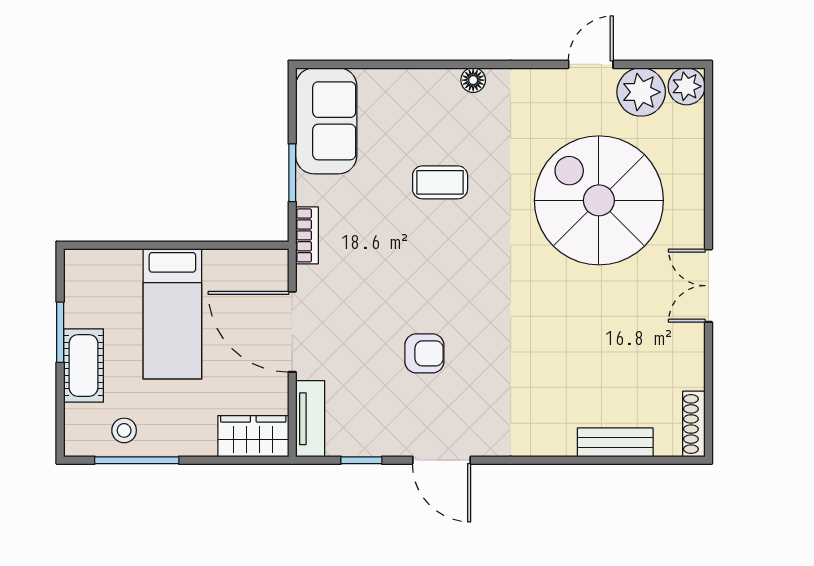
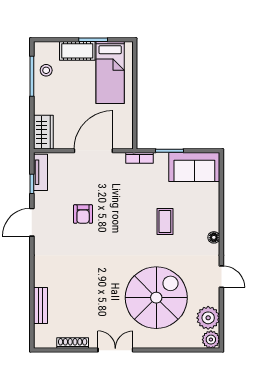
door: (591, 64) -> (221, 277), moved
bed: (172, 314) -> (110, 72), moved, turned -90
tv unit: (310, 419) -> (40, 172), moved, turned -90
shoe rack: (694, 424) -> (73, 343), moved

